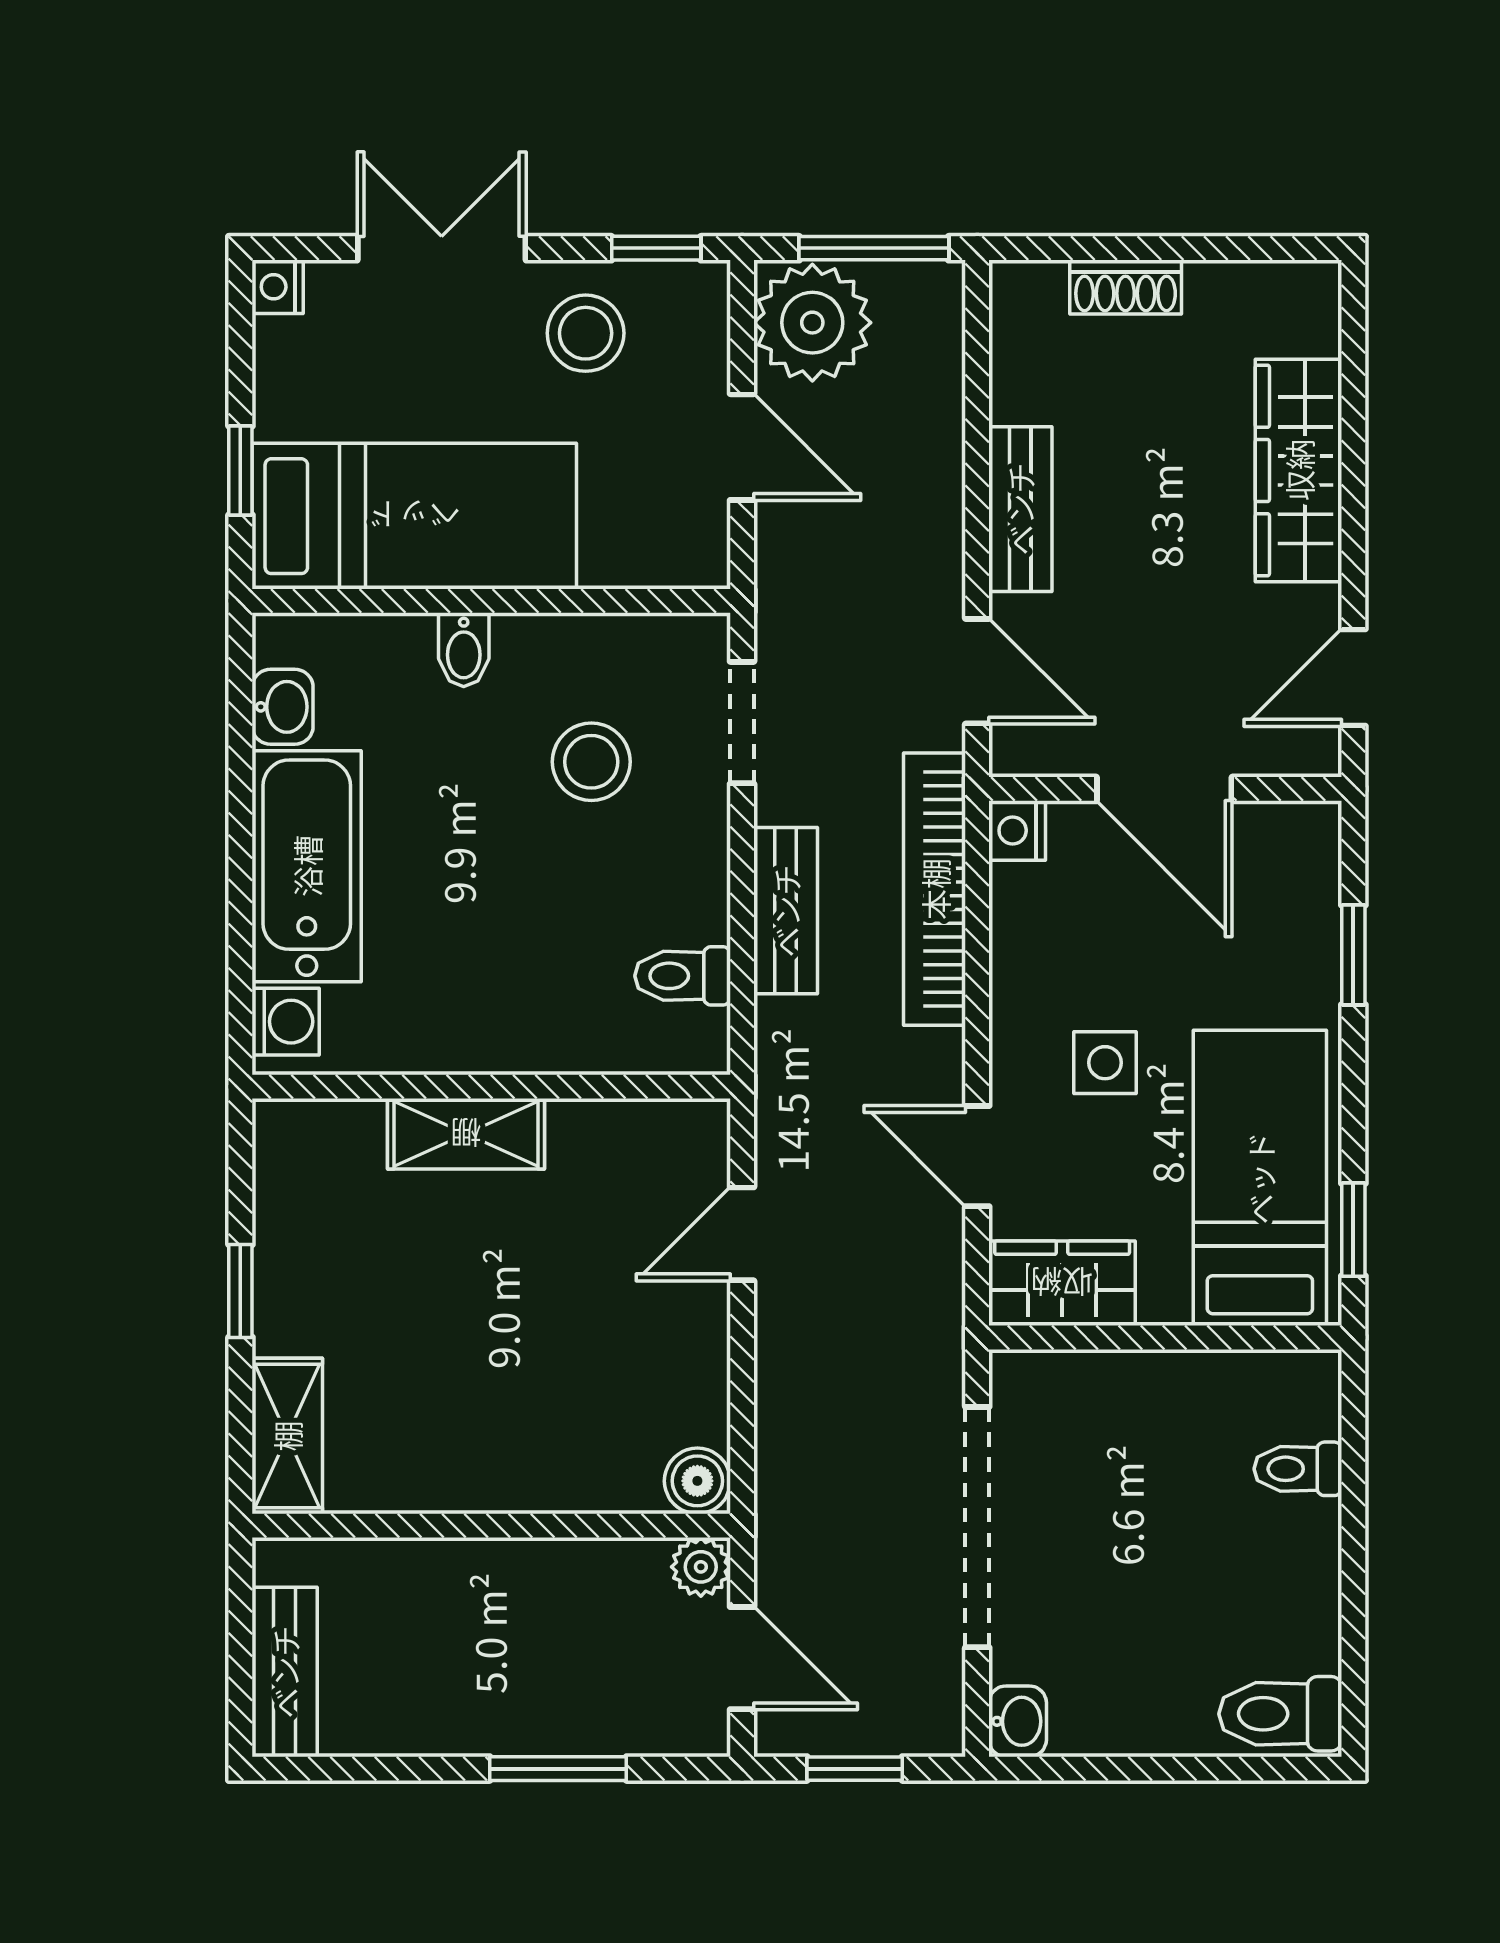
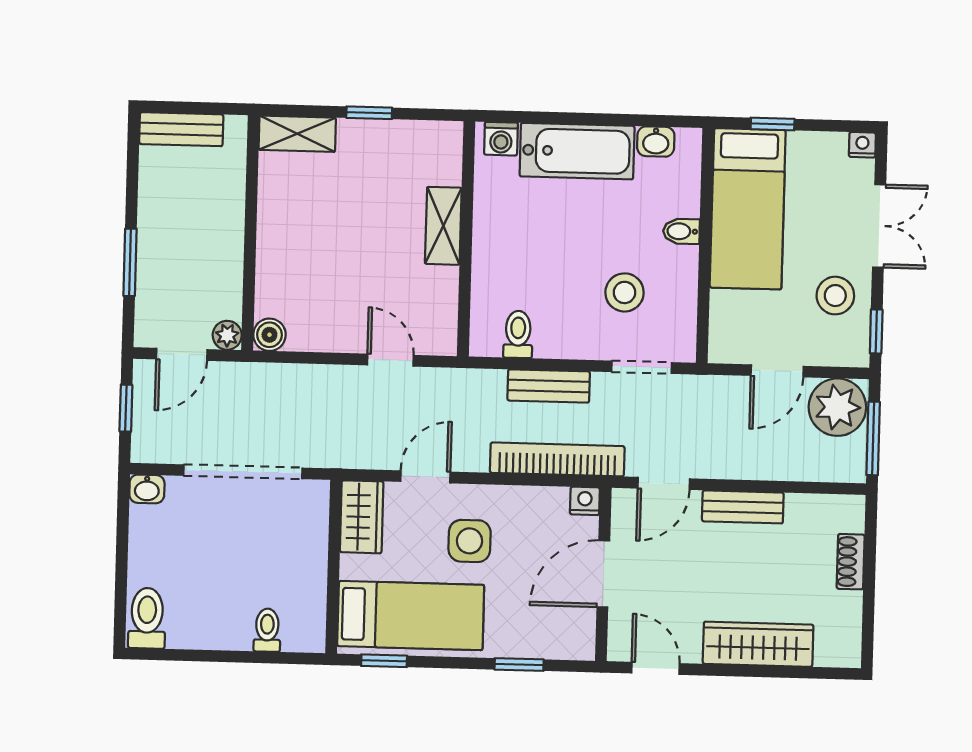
side table: (1105, 1063) -> (470, 541), width x1.37, depth x1.37

